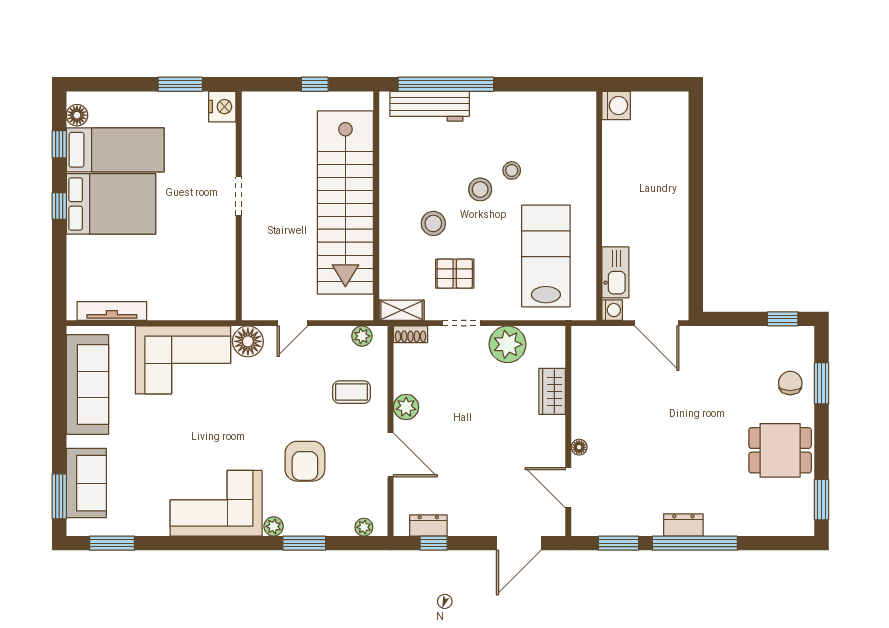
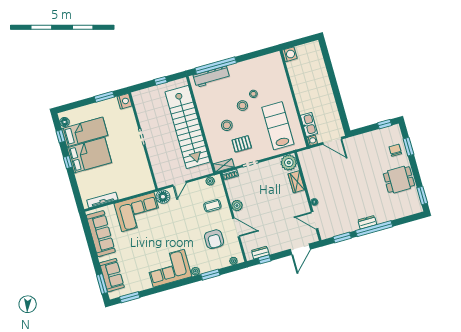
plant: (508, 344) -> (289, 163), moved
armchair: (305, 461) -> (214, 239), moved

